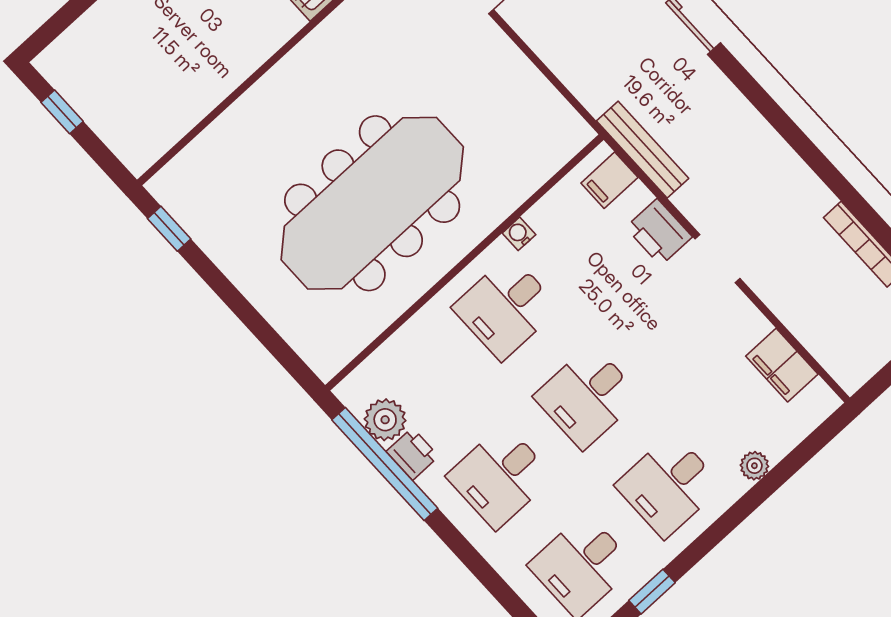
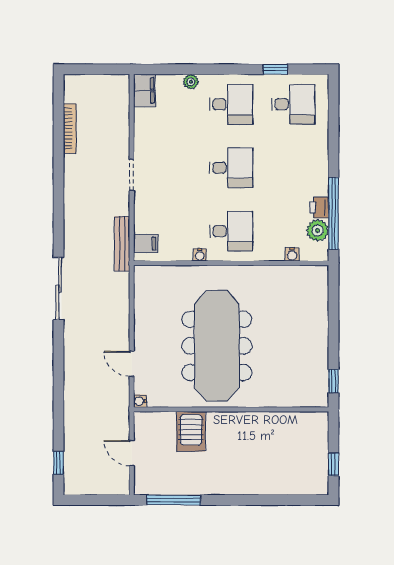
meeting table: (372, 203) -> (217, 346), moved, turned 90
printer: (659, 232) -> (145, 206), removed
water cooler: (390, 353) -> (292, 254), added
filing cabinet: (782, 365) -> (145, 90), moved
desk: (500, 477) -> (293, 168), removed

